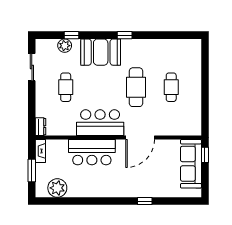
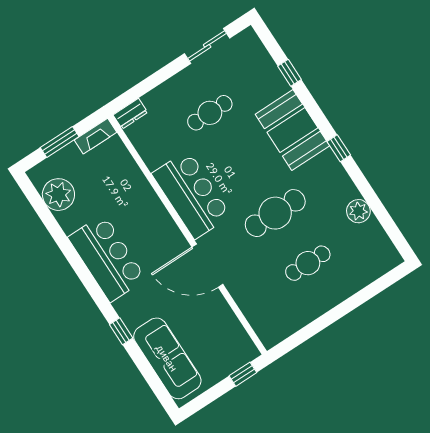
plant: (65, 46) -> (358, 211), moved
bar counter: (92, 152) -> (107, 258), moved, turned 180
sofa: (191, 164) -> (167, 358), moved, turned 90

